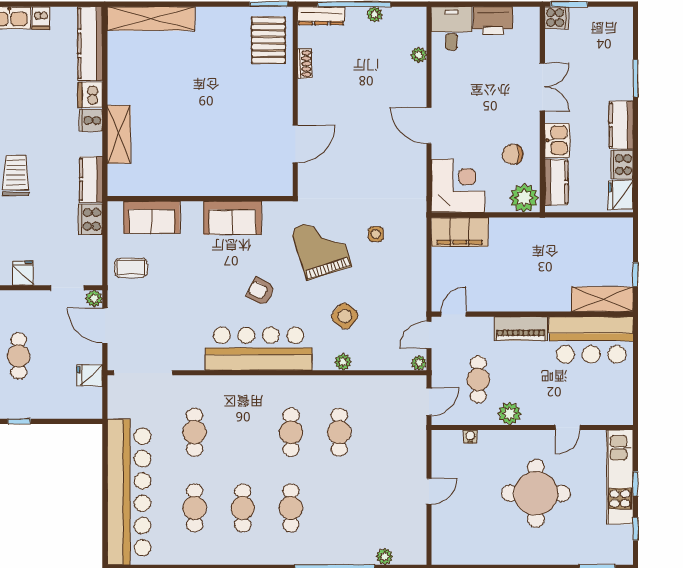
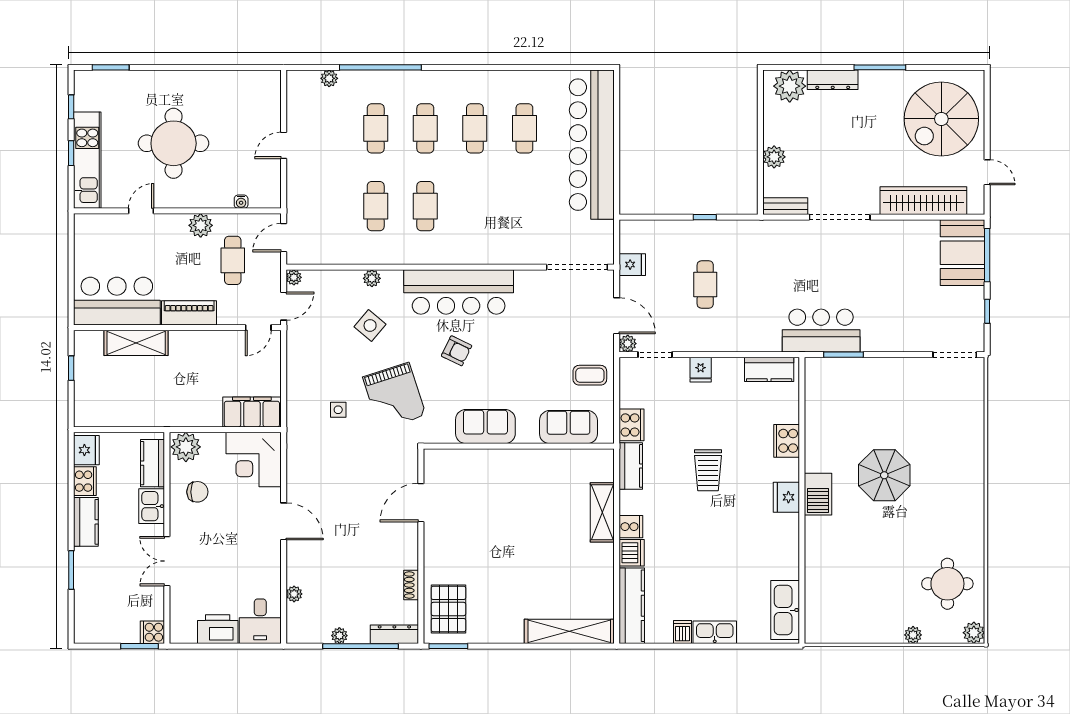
shelving: (602, 299) -> (136, 343), moved
cafe table: (195, 432) -> (376, 128), moved

